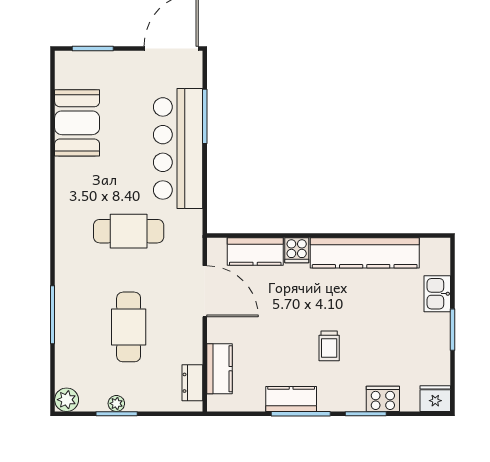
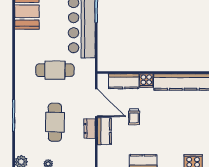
trolley: (329, 346) -> (134, 117), moved
kitchen counter: (219, 369) -> (104, 131), moved
dresser: (192, 383) -> (90, 129), moved

